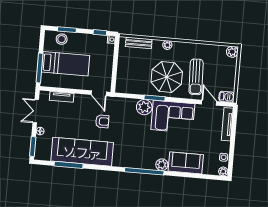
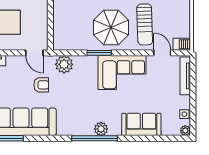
plant: (144, 107) -> (64, 64), moved
plant: (162, 165) -> (101, 129), moved

